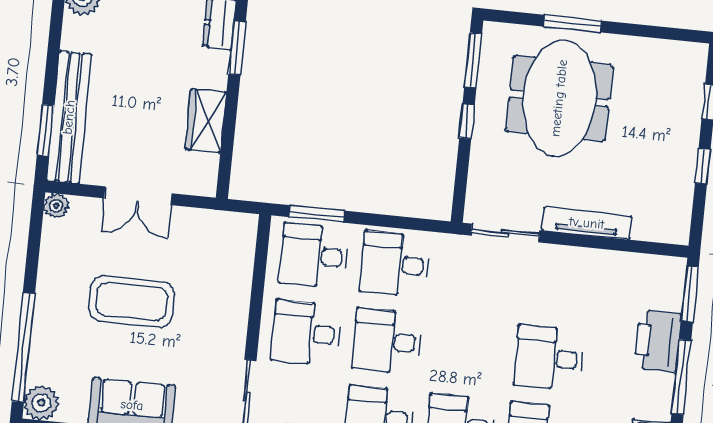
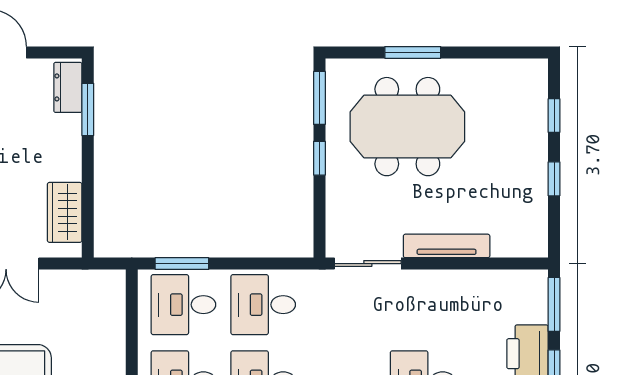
meeting table: (559, 98) -> (407, 127), turned 90
wardrobe: (206, 121) -> (65, 212), moved

